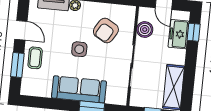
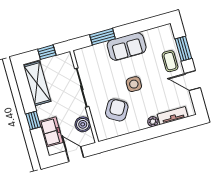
window: (194, 32) -> (33, 120), moved
sofa: (79, 89) -> (127, 47), width x0.73

